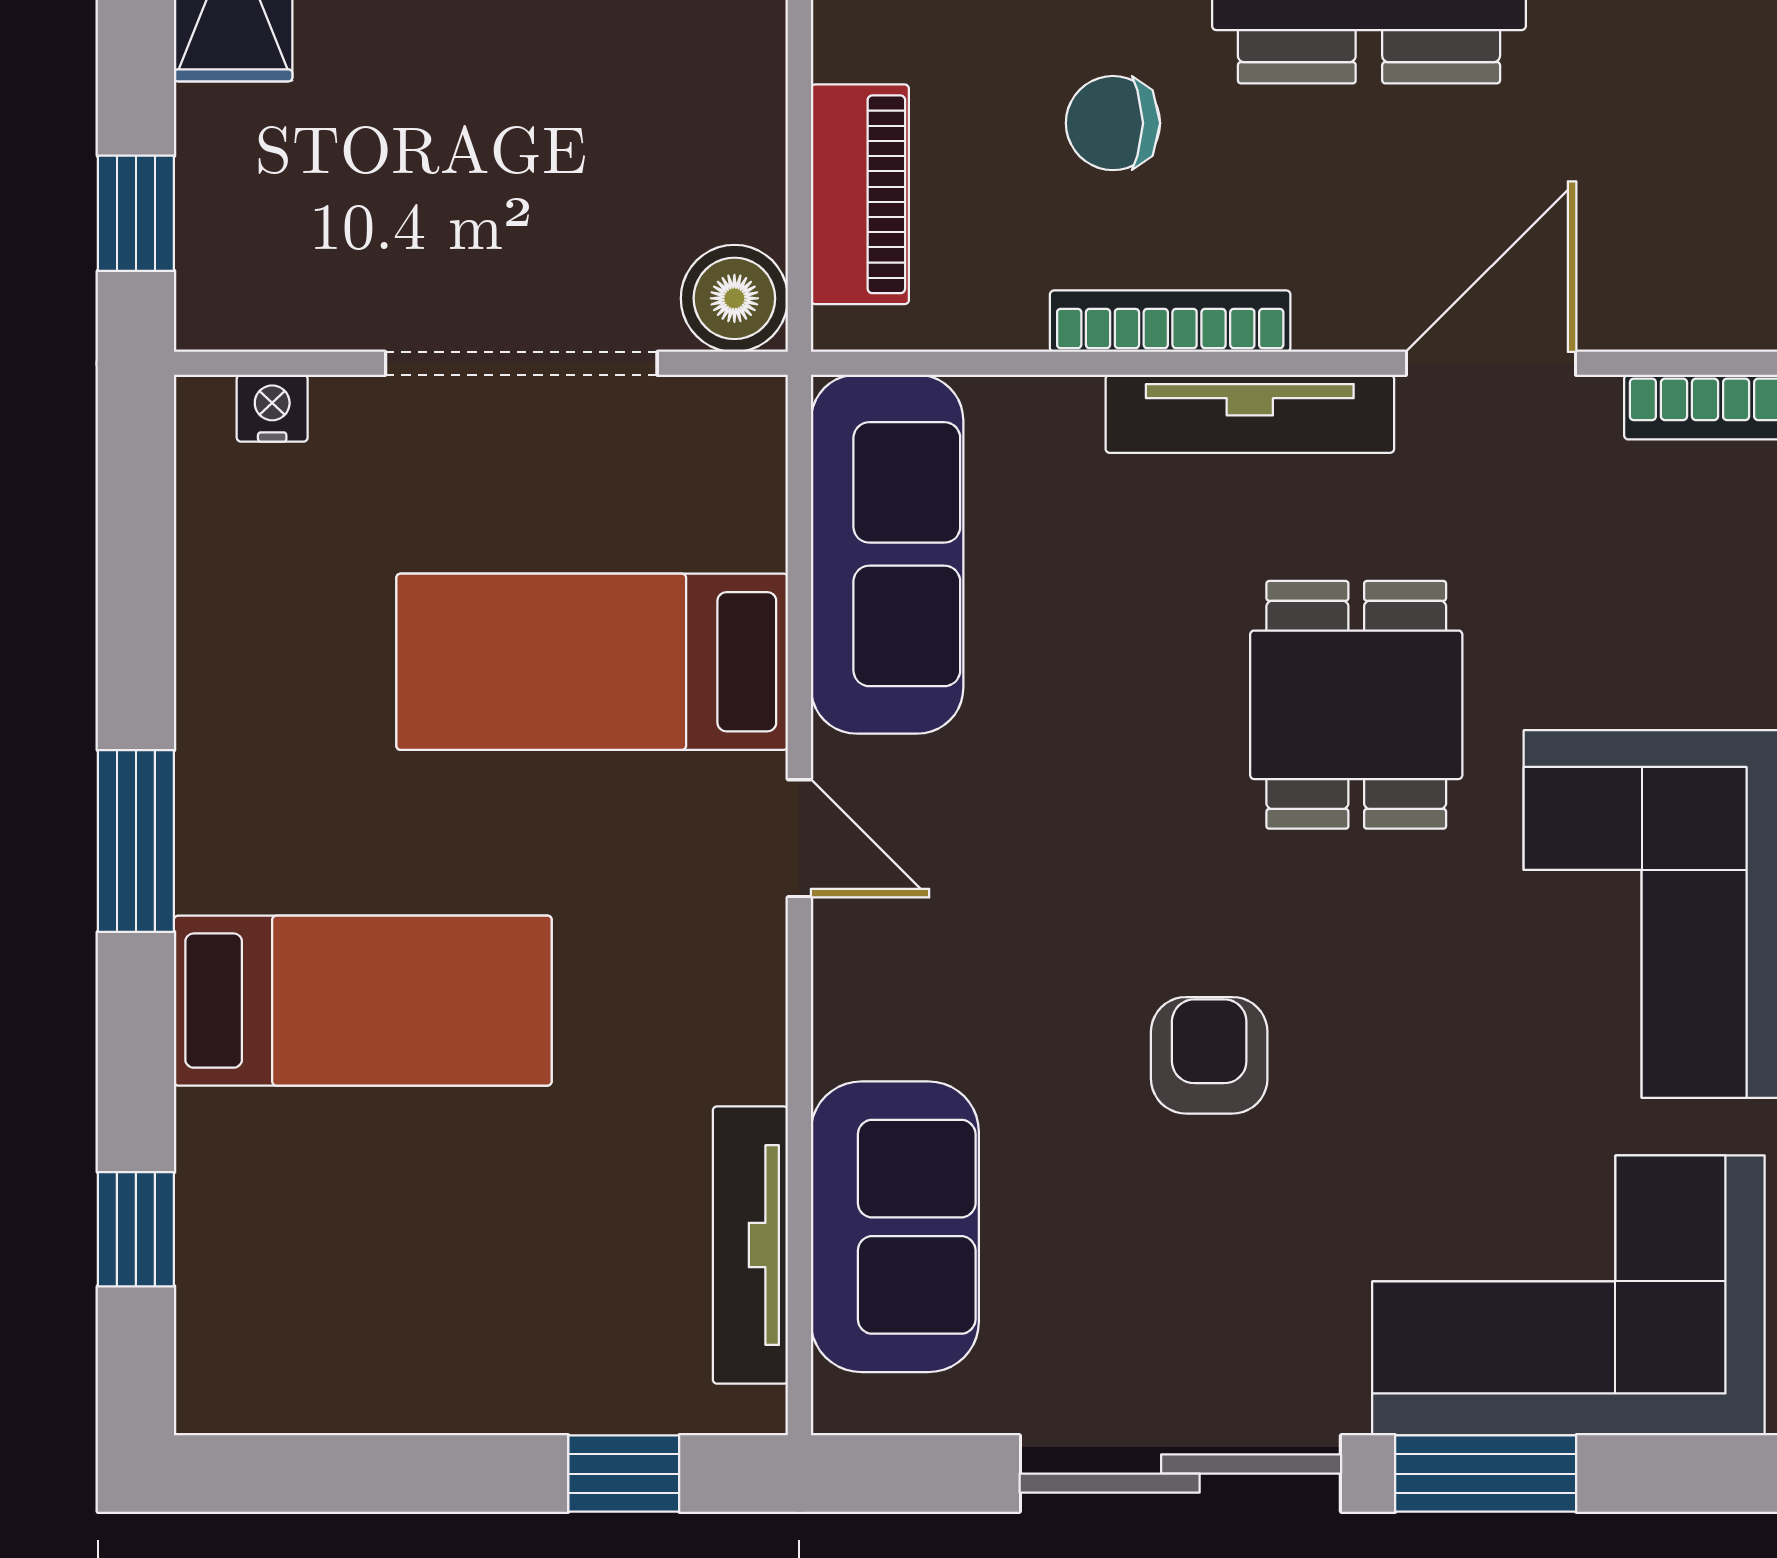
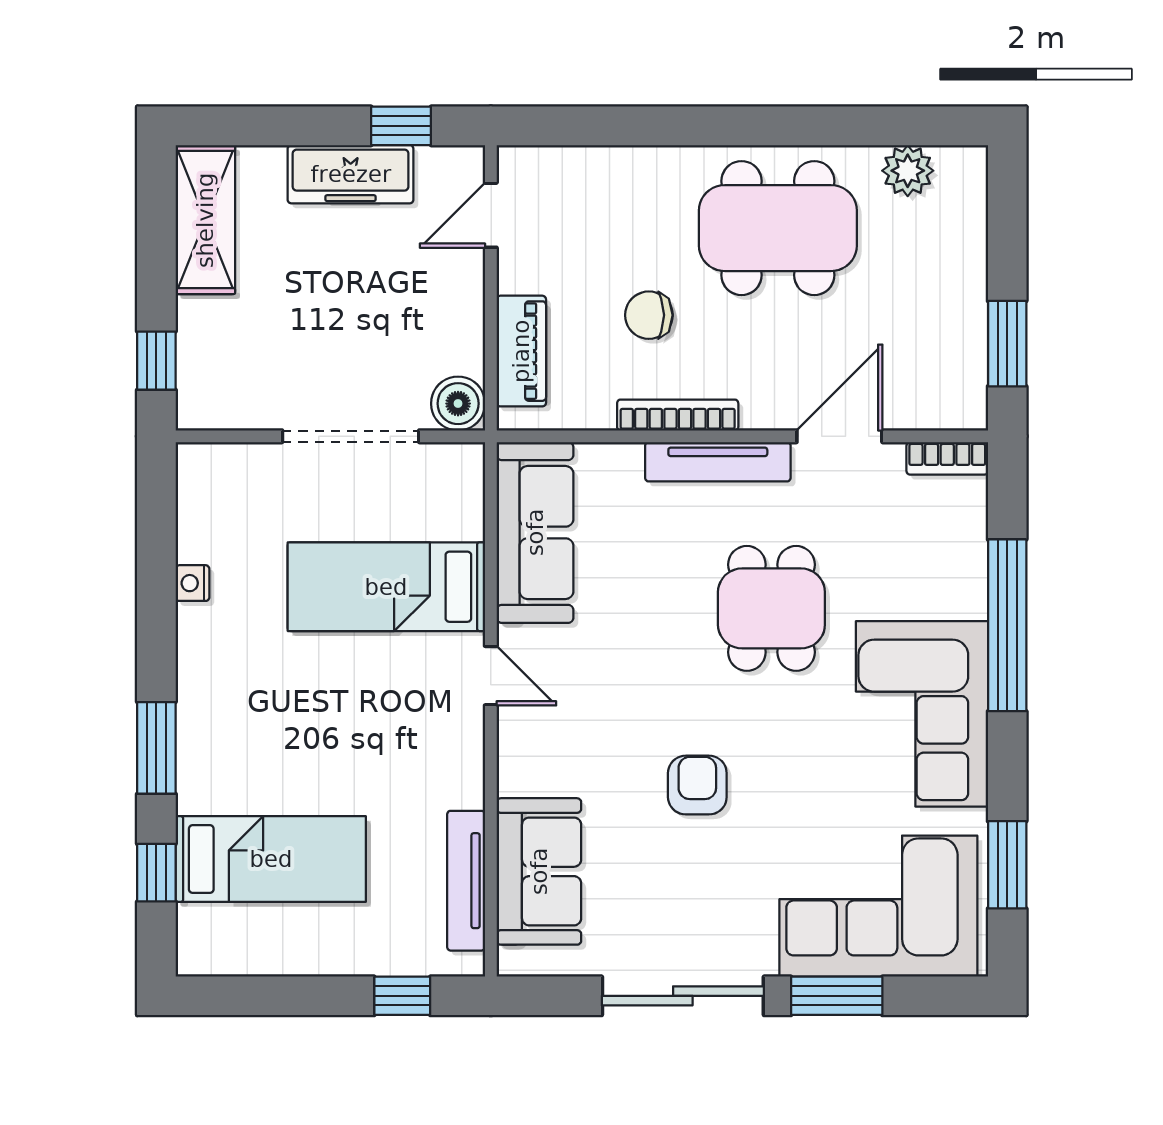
nightstand: (272, 408) -> (192, 583), moved, turned -90
window: (136, 841) -> (156, 748), moved
bed: (363, 1001) -> (271, 859), moved

